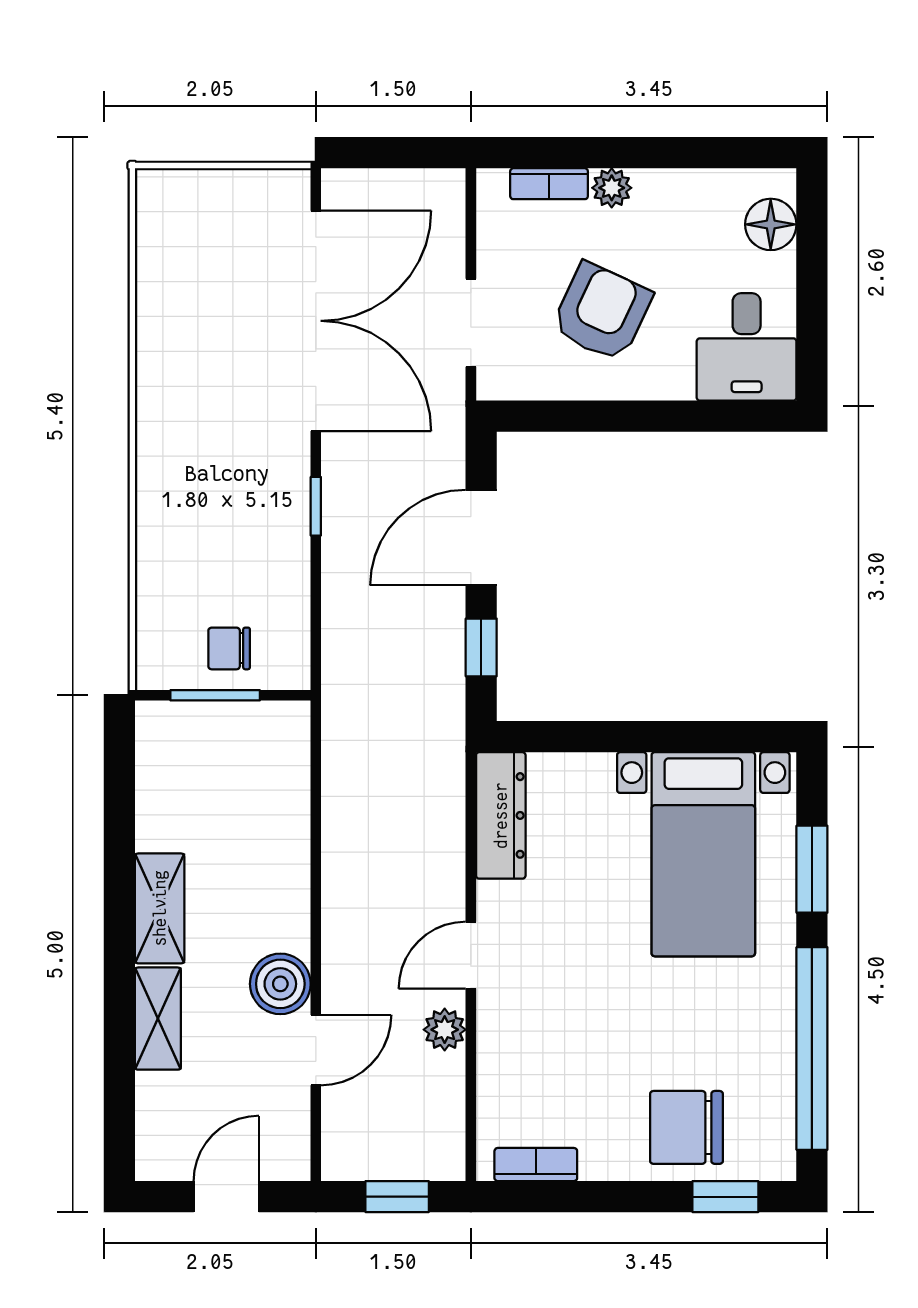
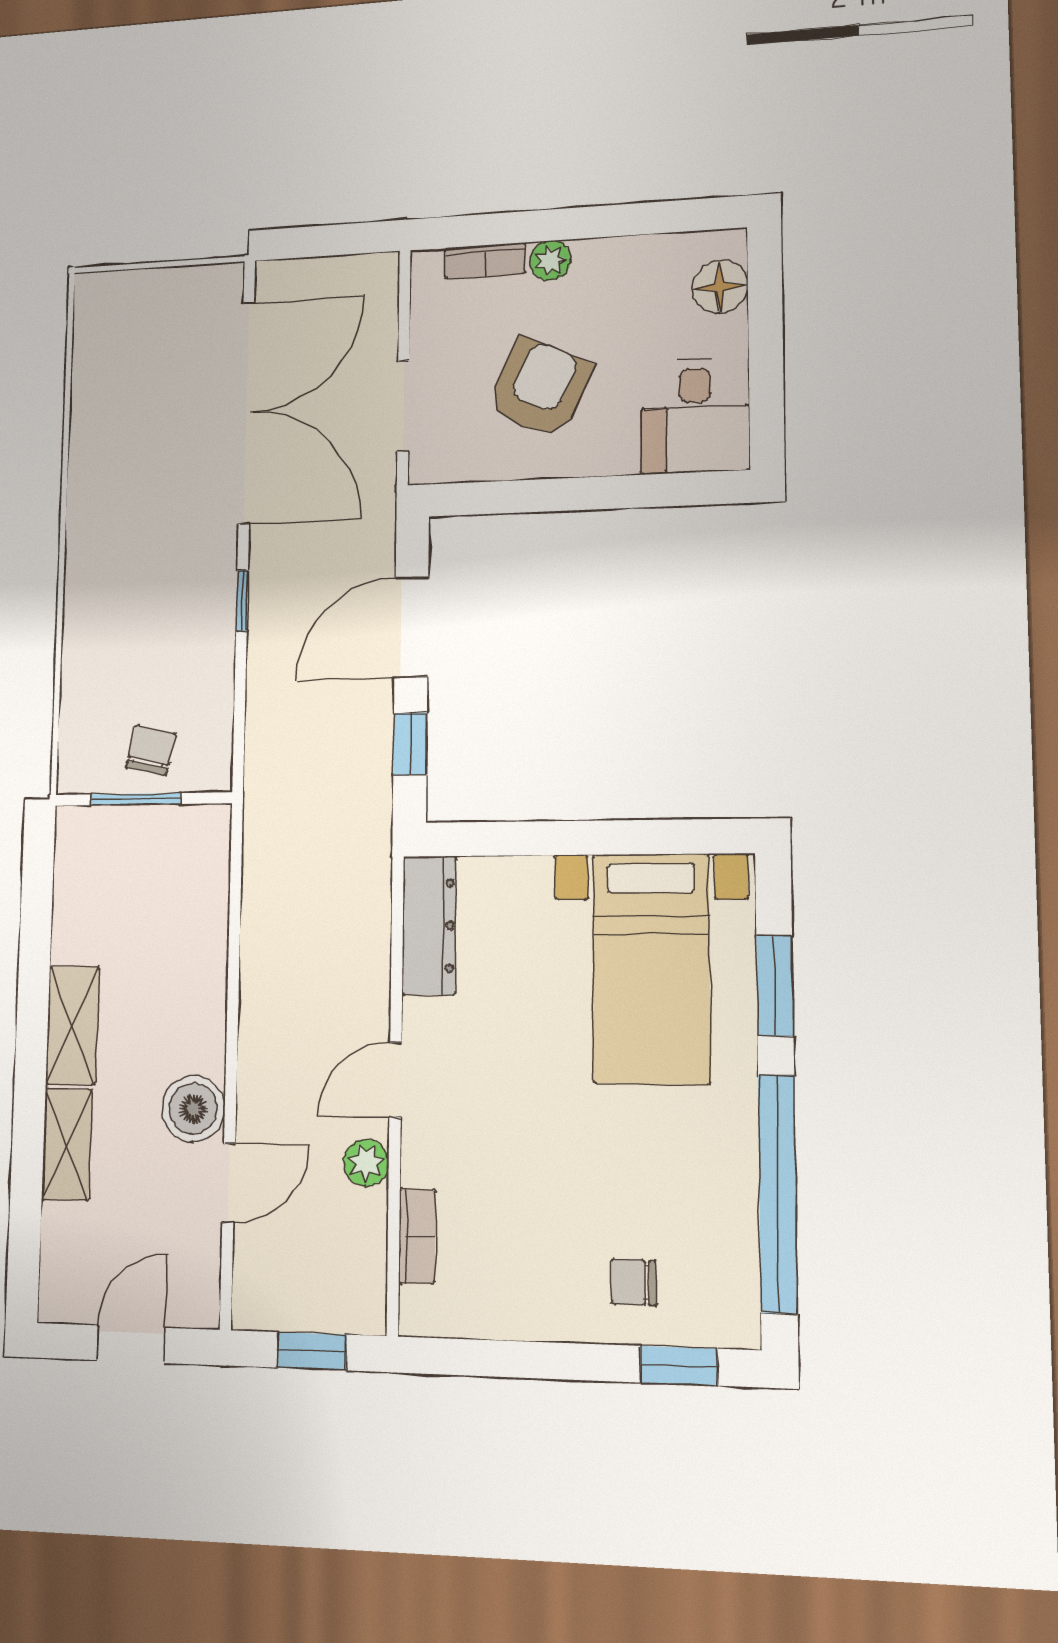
chair: (229, 648) -> (151, 750), turned 102
chair: (687, 1127) -> (634, 1282), width x0.54, depth x0.54
bookcase: (536, 1165) -> (417, 1236), moved, turned 90

